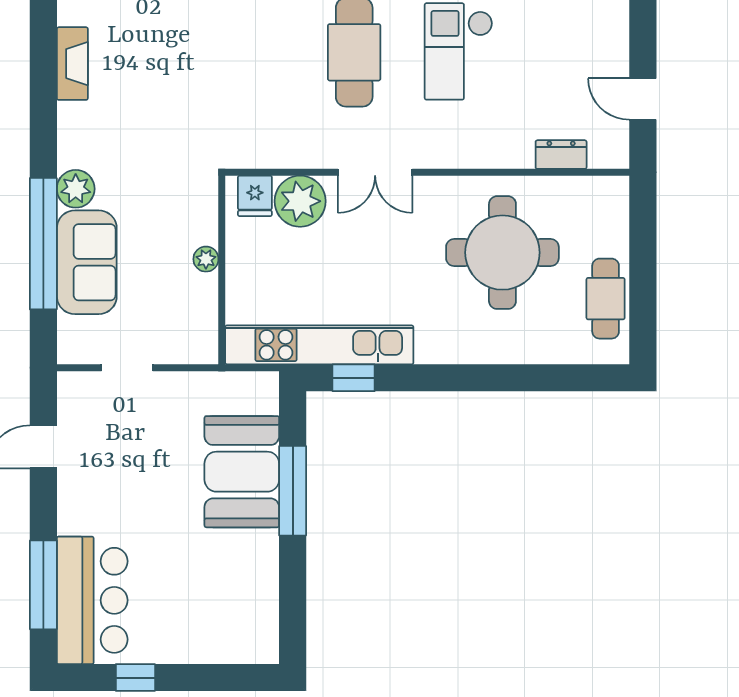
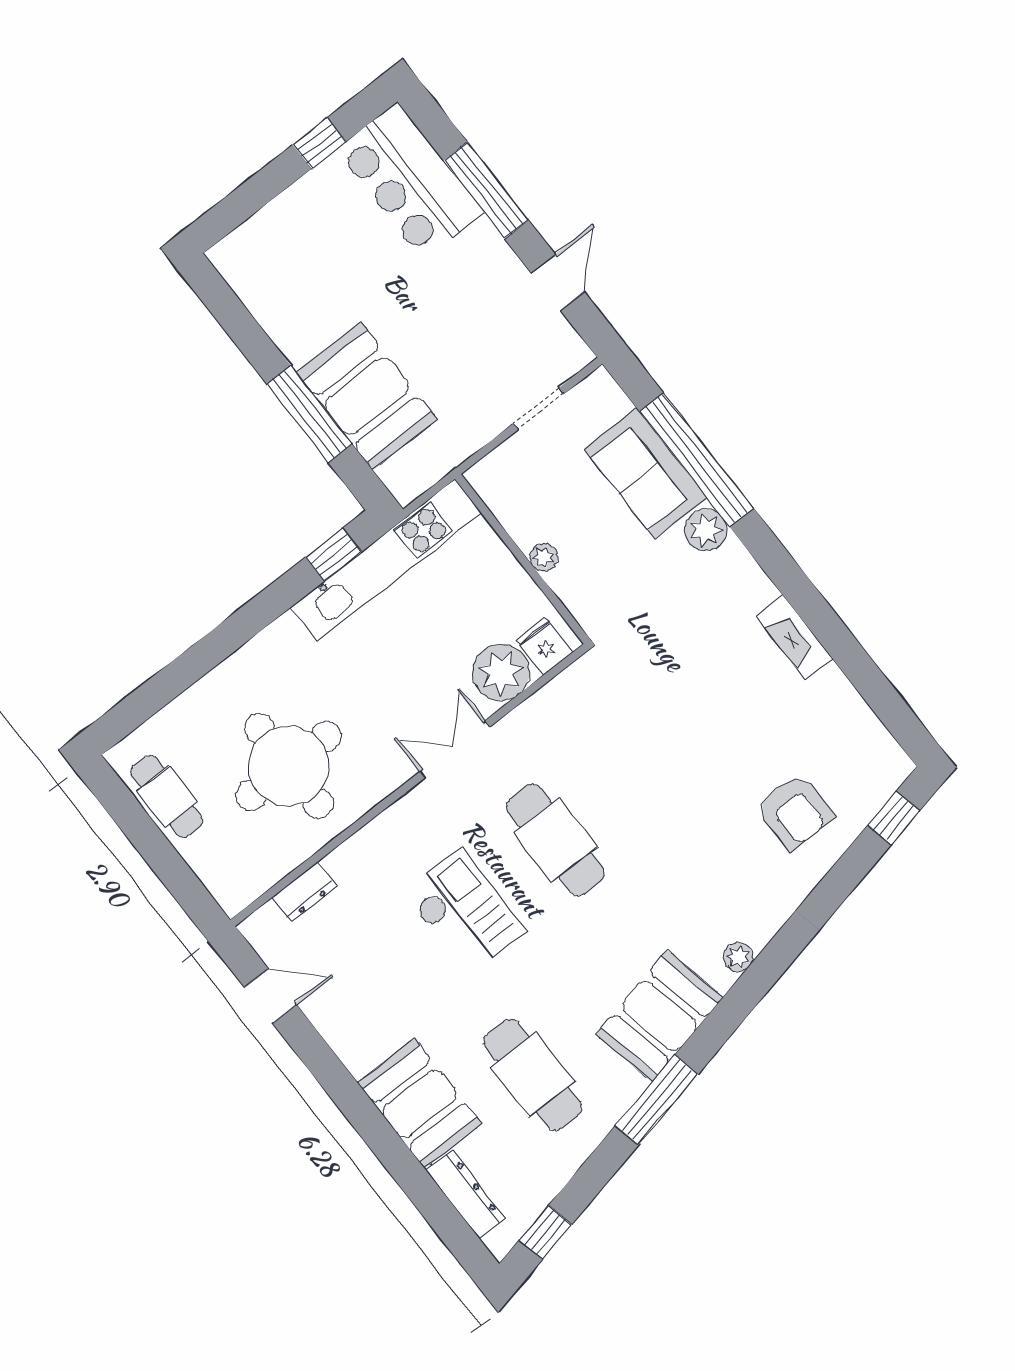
window: (43, 585) -> (486, 190), moved

